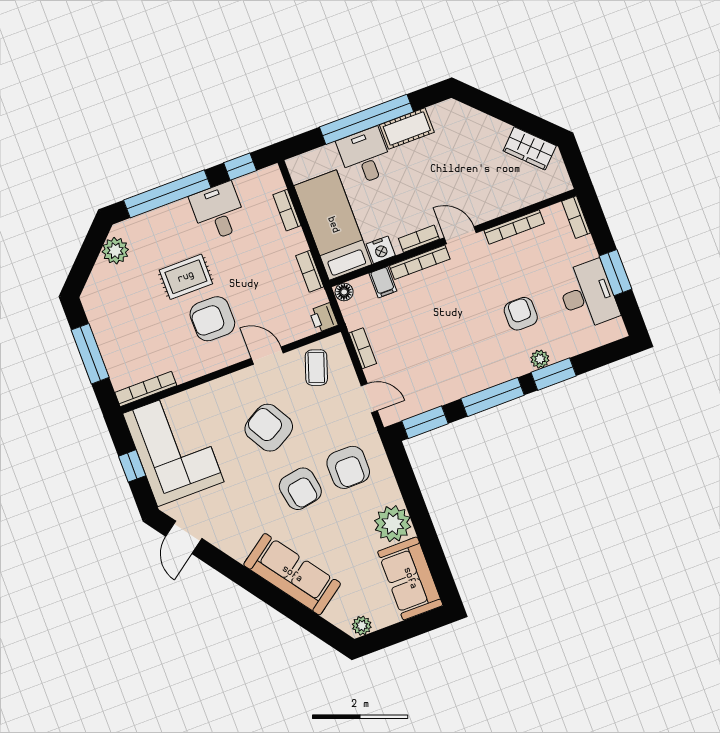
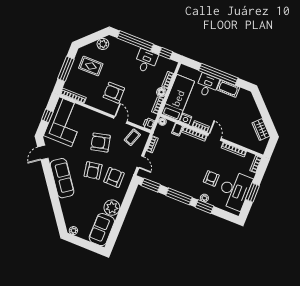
floor lamp: (295, 242) -> (161, 92), added
rug: (186, 277) -> (91, 66), moved
desk: (588, 295) -> (235, 190), width x1.36, depth x1.30
armchair: (269, 428) -> (101, 143), turned -73
armchair: (348, 467) -> (114, 177), turned 180
sofa: (292, 574) -> (62, 178), moved

